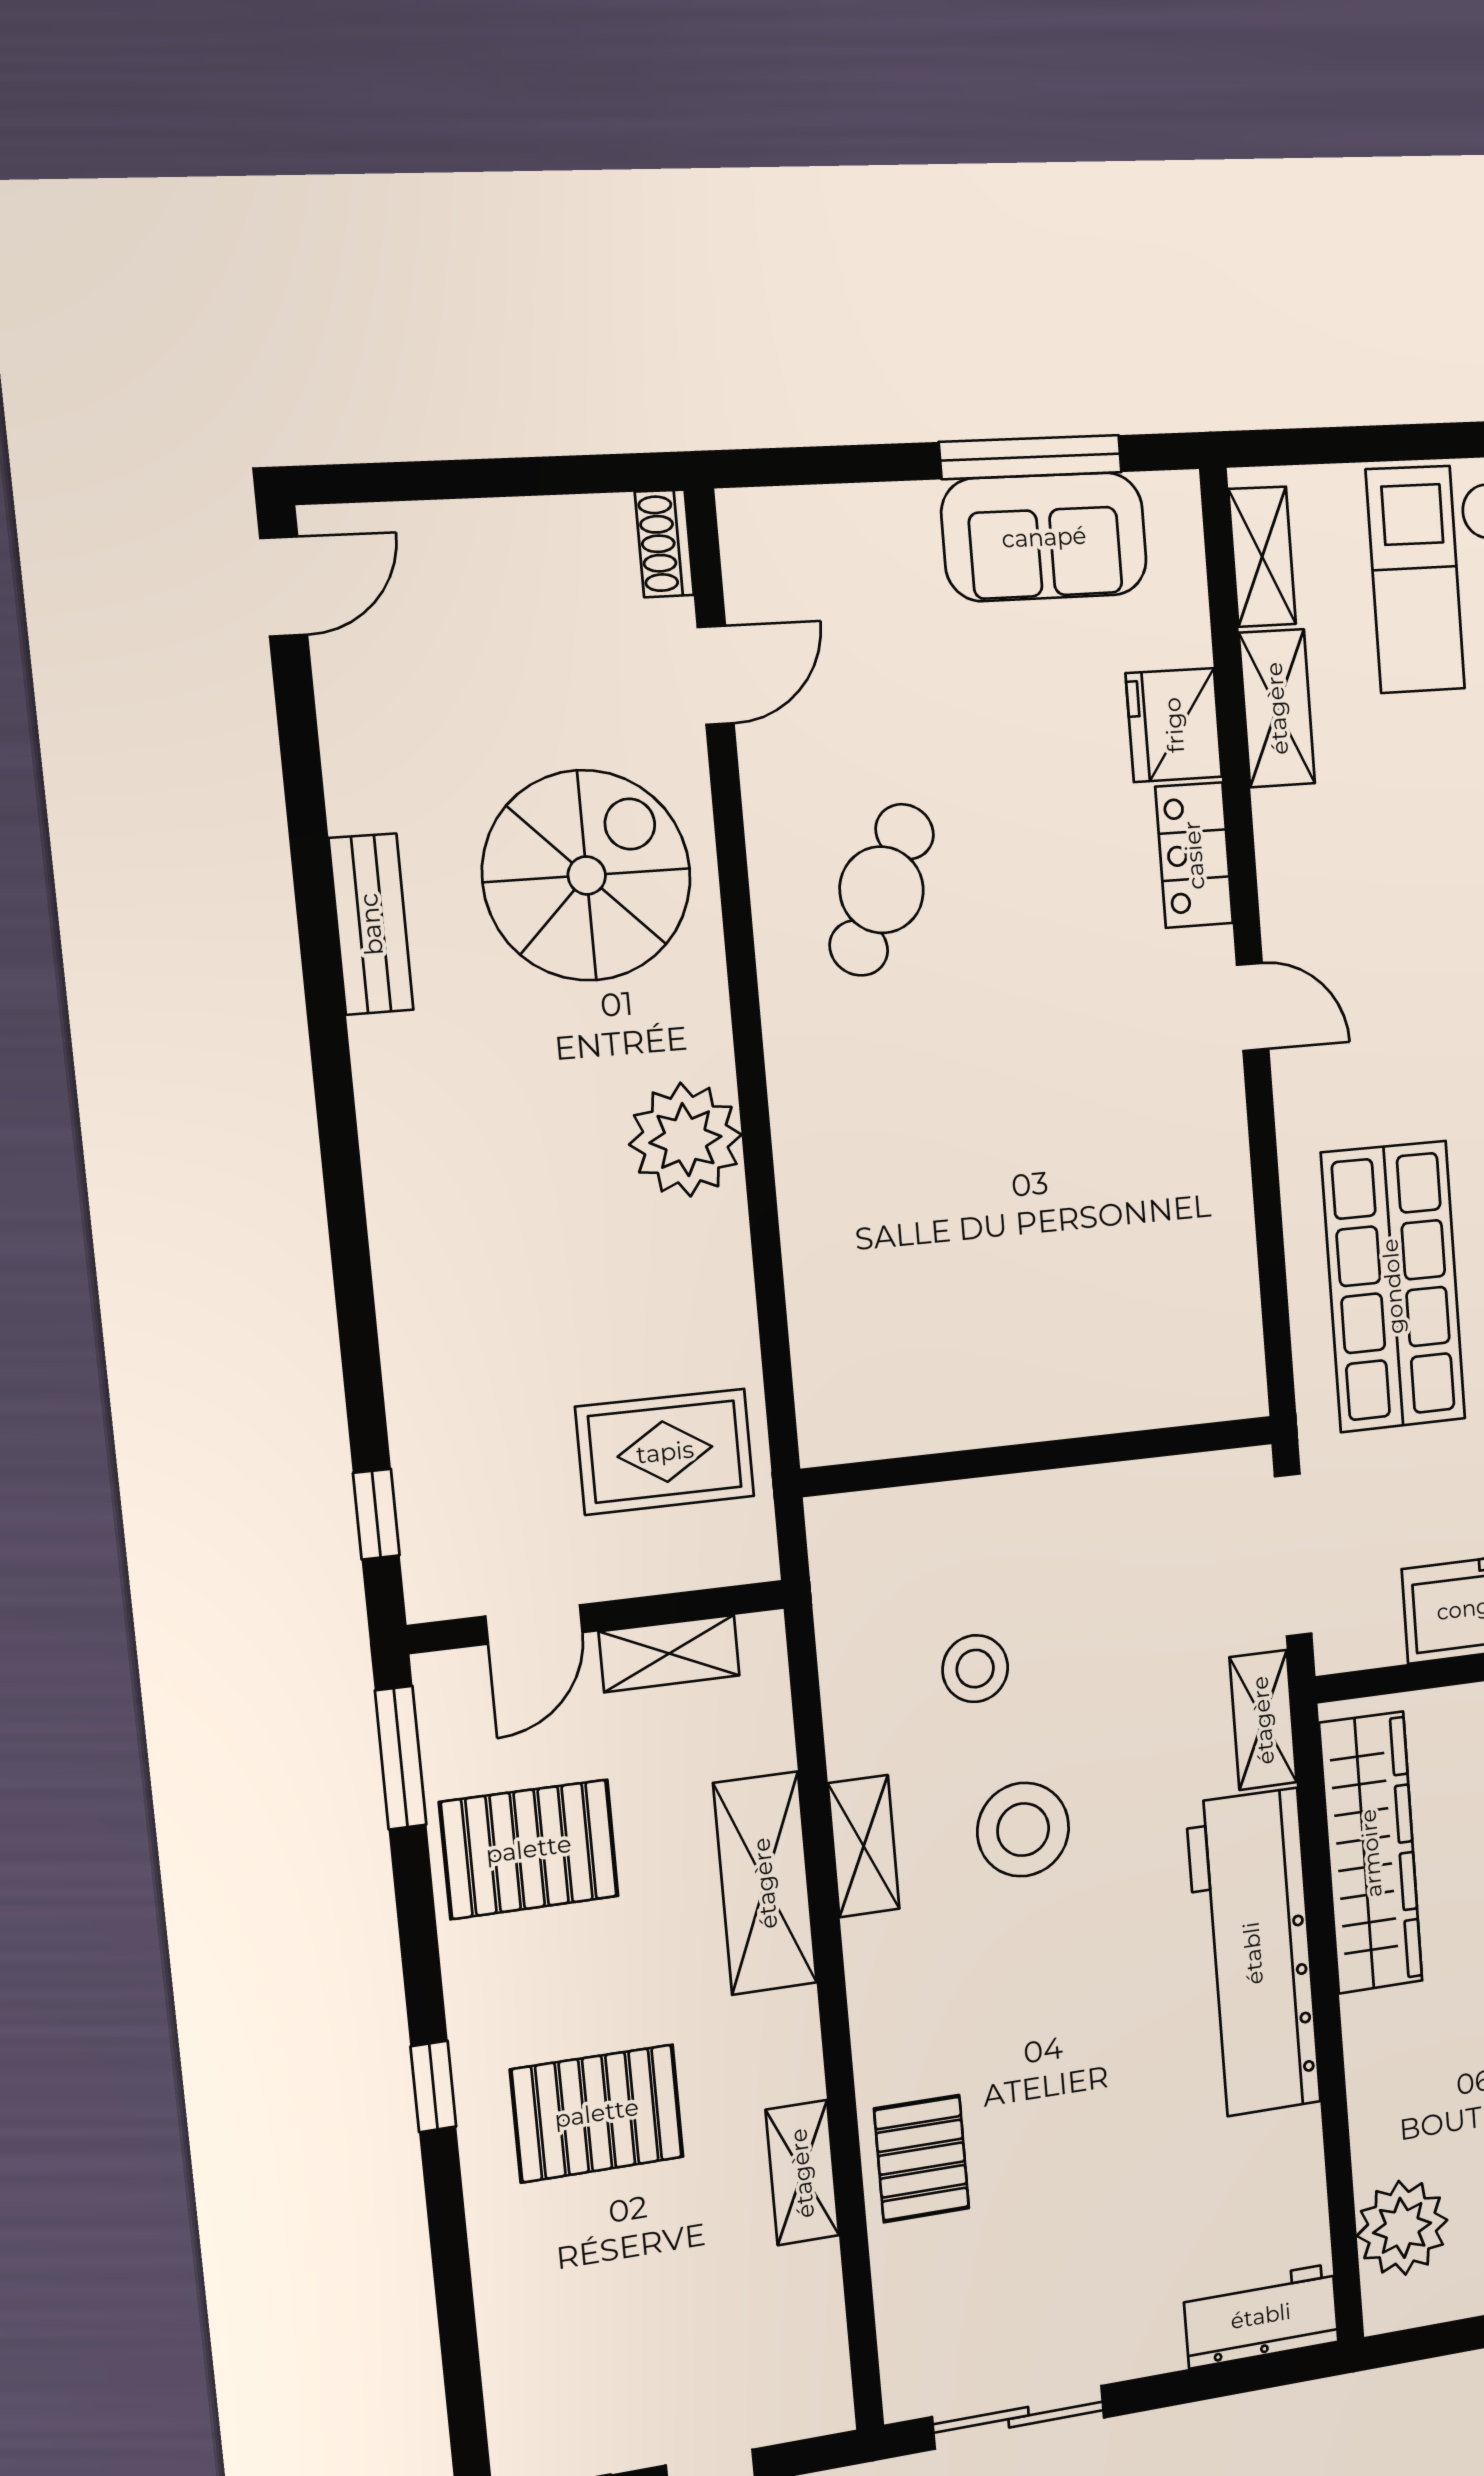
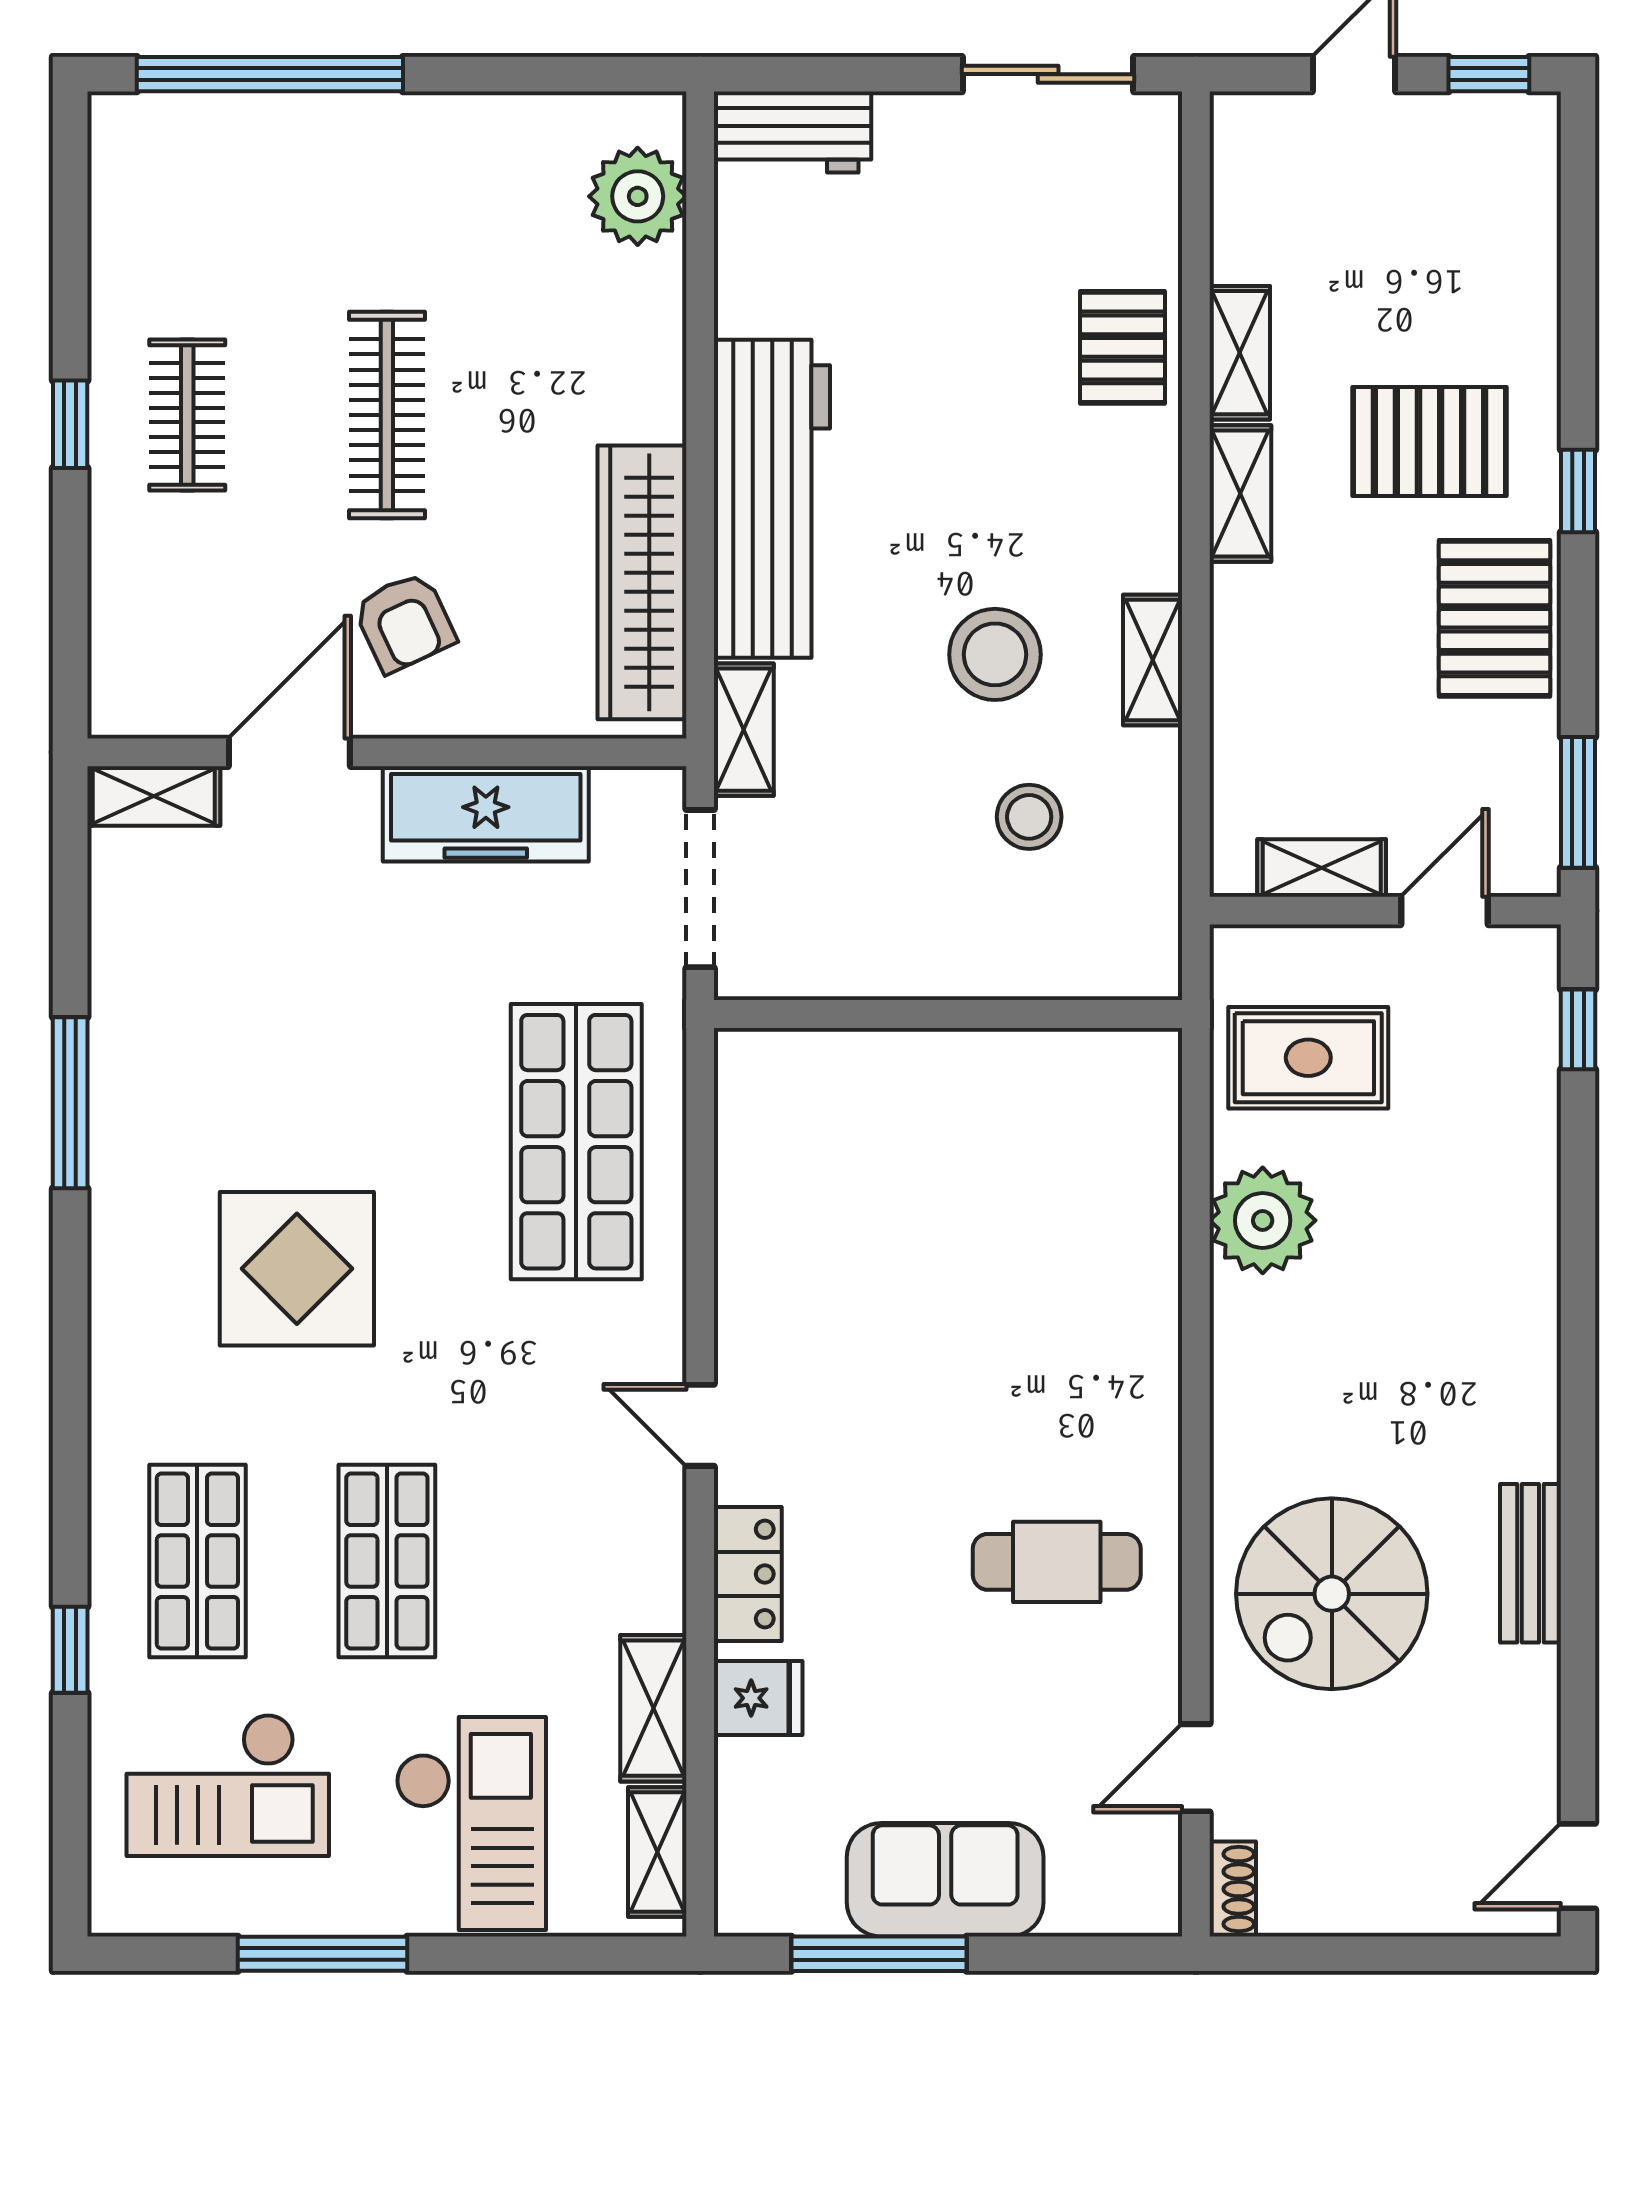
sofa: (1044, 537) -> (945, 1880), moved
fridge: (1174, 725) -> (758, 1698), width x0.72
cafe table: (882, 890) -> (1057, 1562), turned 63
plant: (686, 1140) -> (1263, 1220), moved
pallet: (529, 1849) -> (1495, 618), moved, turned 90
shelving: (765, 1883) -> (1240, 493), moved, width x0.67, depth x0.75

